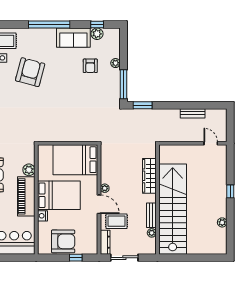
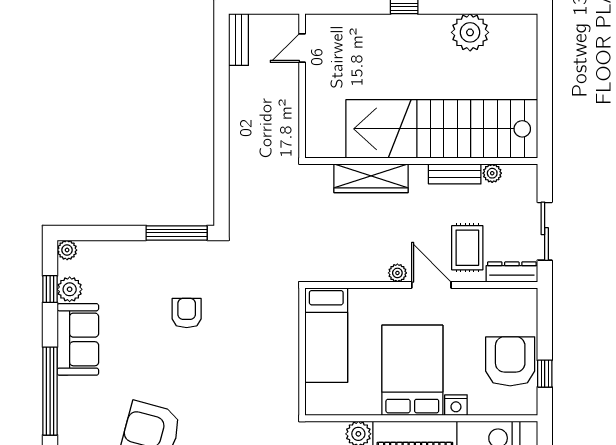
plant: (116, 63) -> (67, 250), moved
armchair: (90, 66) -> (187, 313), moved, turned -90
window: (143, 105) -> (222, 192), removed
bench: (193, 113) -> (239, 40), moved
bed: (75, 160) -> (326, 335), width x0.67
door: (99, 204) -> (431, 285), hinge flipped
plant: (222, 222) -> (470, 32), width x1.87, depth x1.87
window: (76, 258) -> (545, 374), moved

